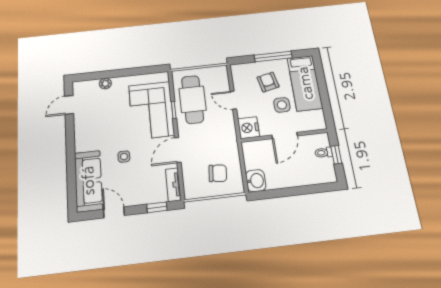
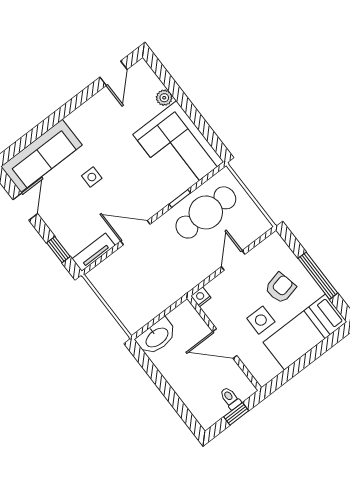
door: (69, 105) -> (113, 73), swing flipped
corner sofa: (151, 110) -> (178, 148), moved, turned -90
nightstand: (248, 128) -> (201, 297), width x0.53, depth x0.56
chair: (218, 173) -> (136, 294), removed
washbasin: (256, 181) -> (157, 337), width x1.38

